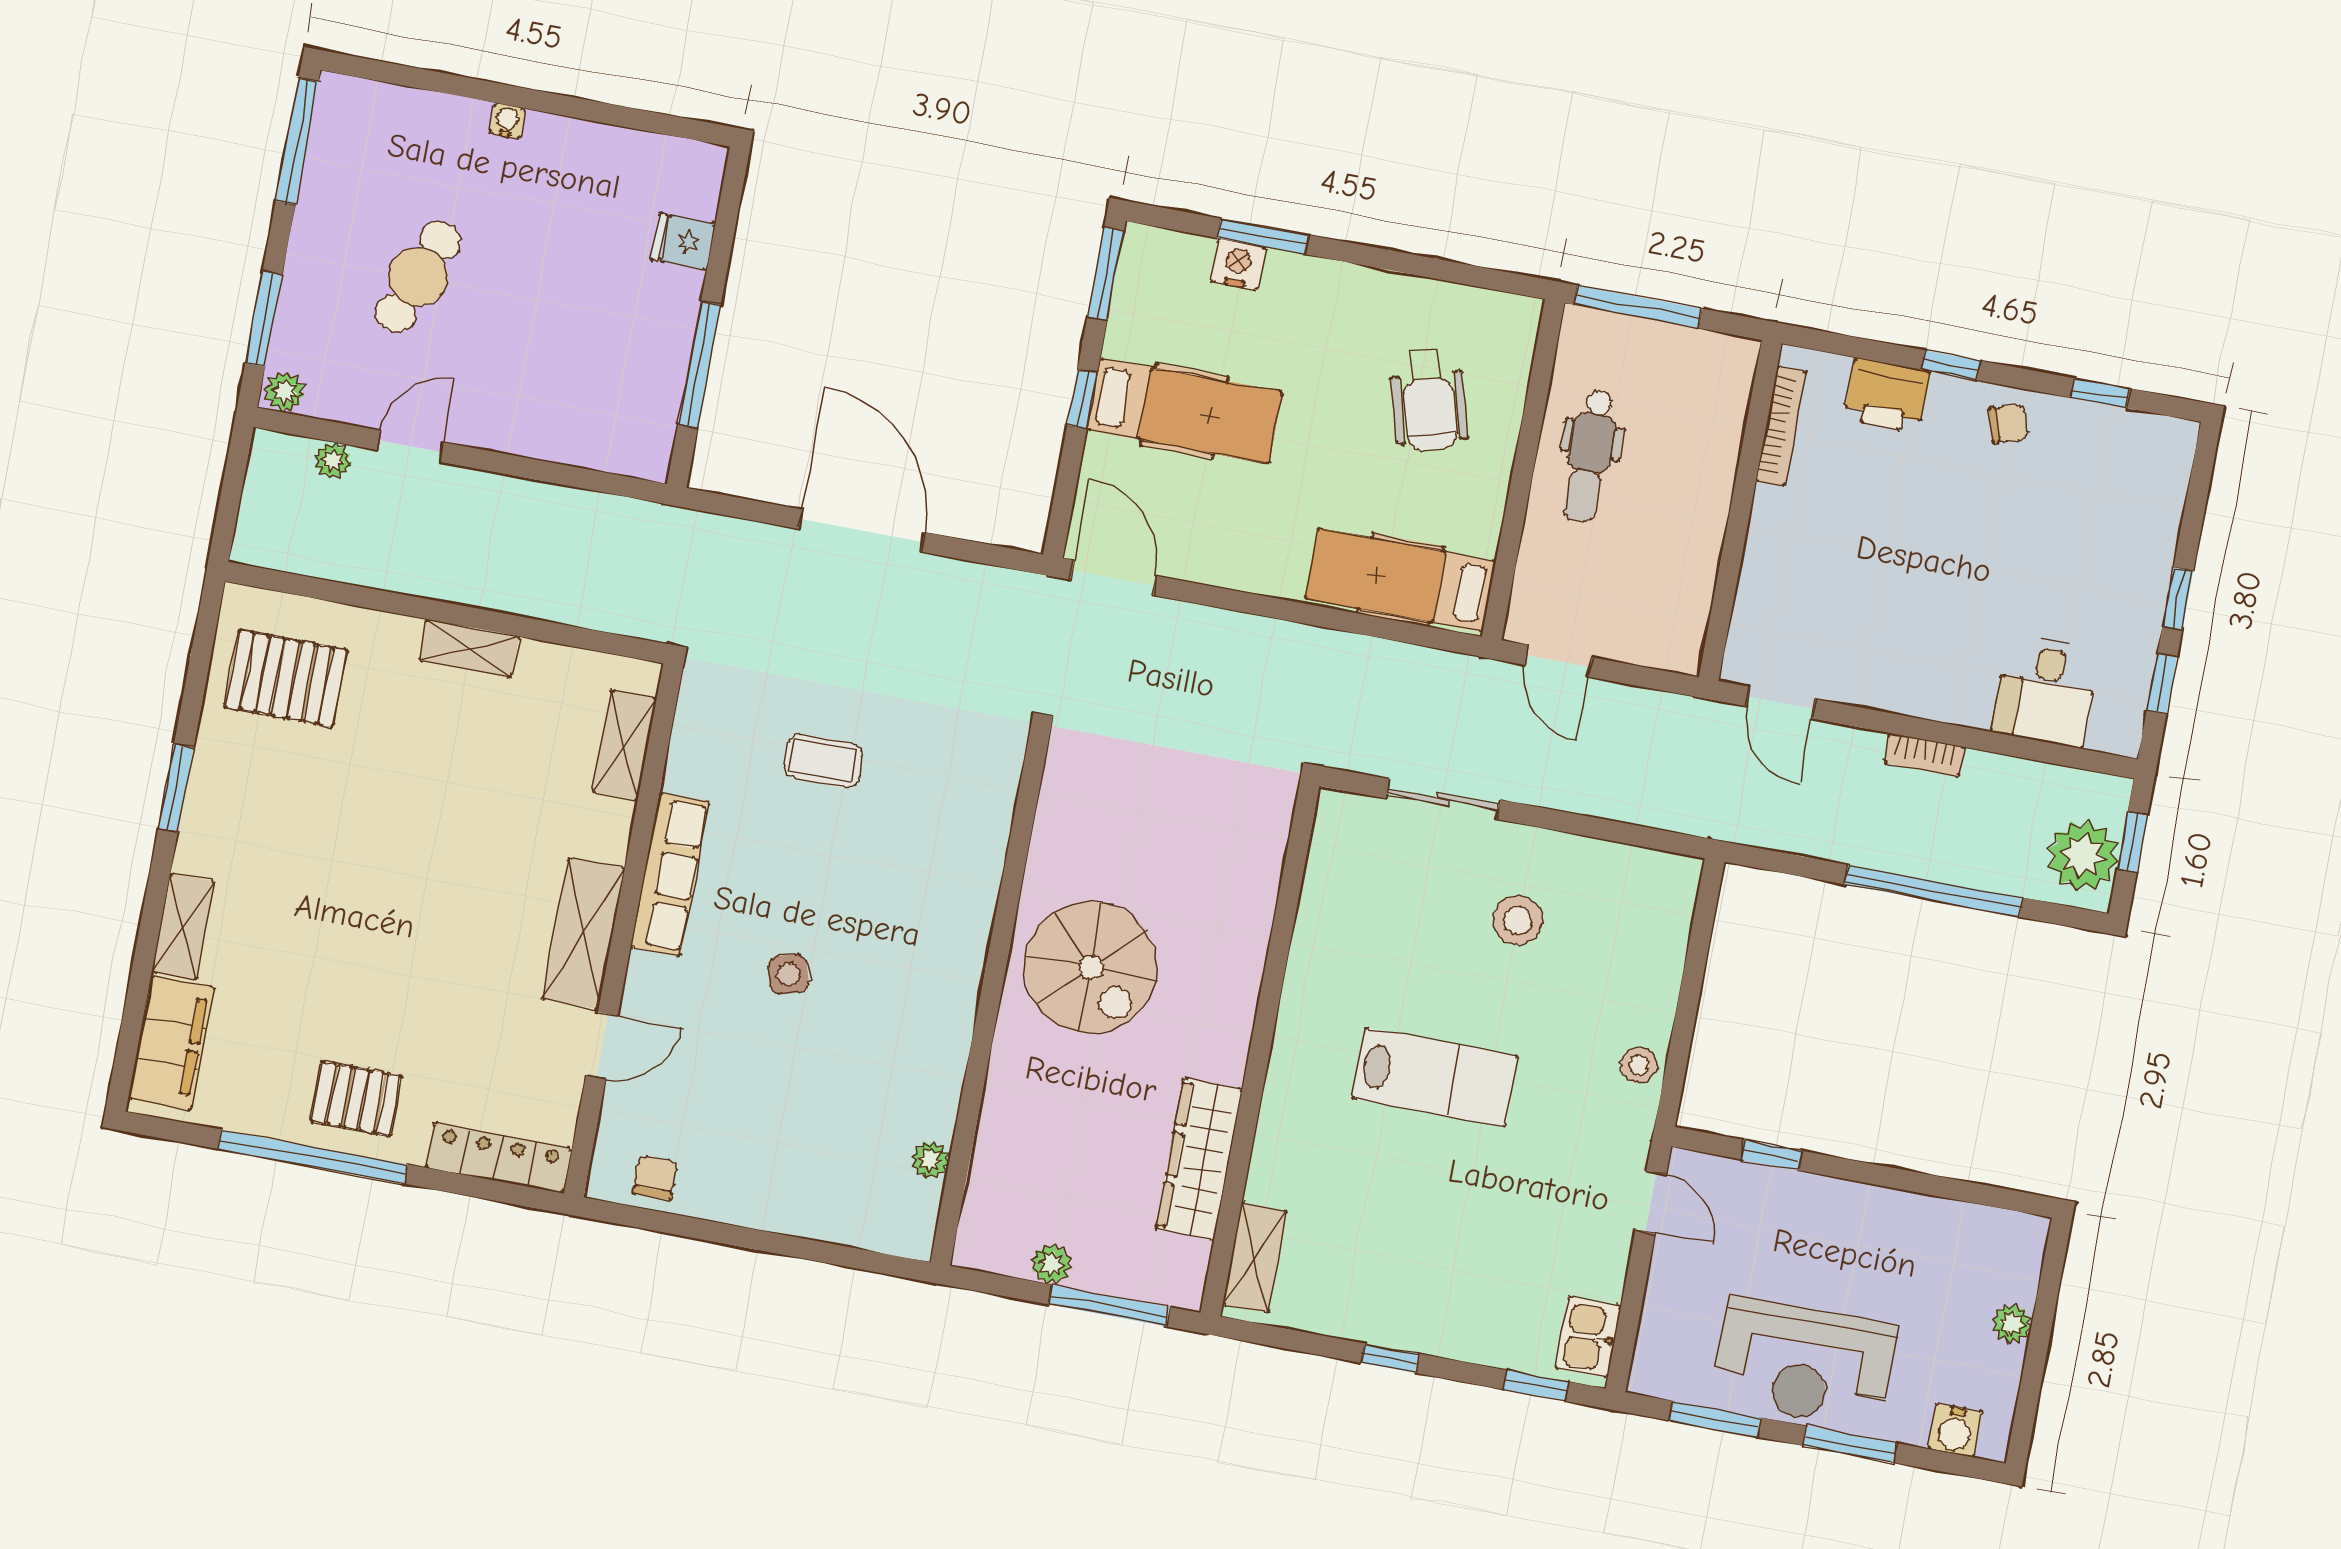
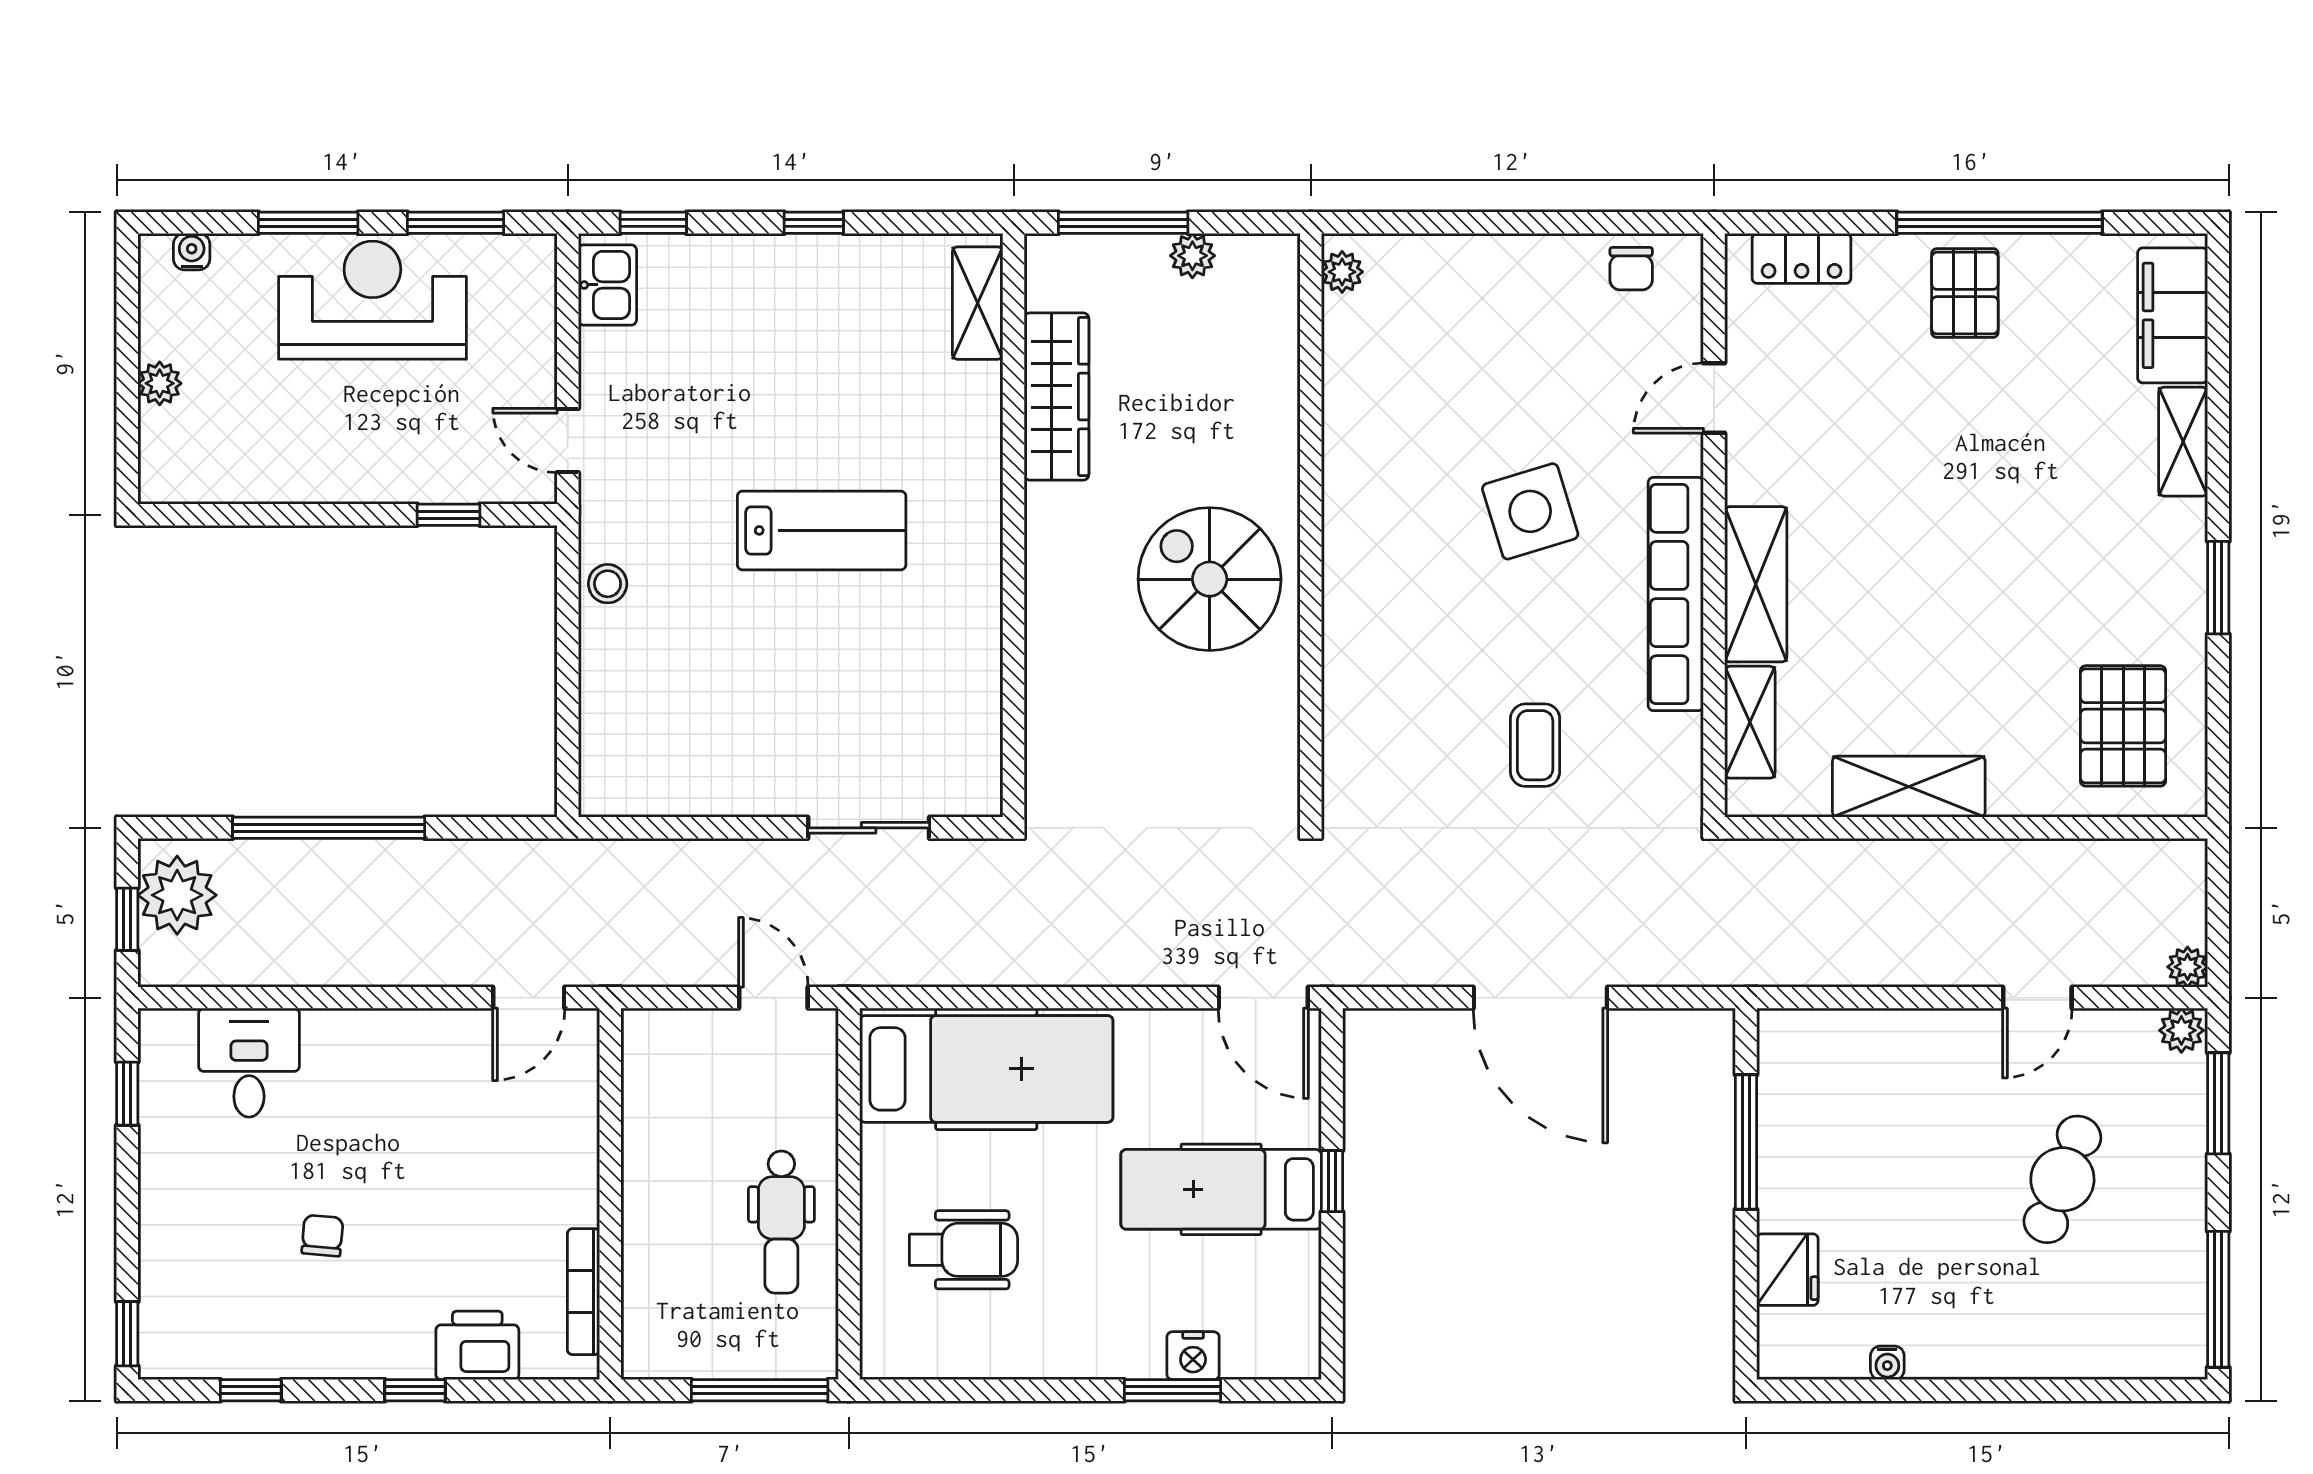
water cooler: (507, 121) -> (1887, 1363), moved
fridge: (683, 242) -> (1787, 1270), width x1.38
window: (1106, 274) -> (1332, 1319), removed
wheelchair: (1429, 400) -> (964, 1250), turned 106
chair: (2008, 424) -> (322, 1236), moved, turned 112
dental chair: (1589, 456) -> (781, 1222), turned 180
plant: (333, 461) -> (2188, 967), moved
hospital bed: (1400, 580) -> (986, 1069), width x1.37, depth x1.29
window: (2178, 598) -> (127, 1334), moved
shelving: (469, 648) -> (1909, 787), width x1.50, depth x1.33
pallet: (286, 678) -> (2123, 726), turned 90
door: (1781, 703) -> (529, 998), swing flipped
bookcase: (1924, 755) -> (366, 970), removed
coffee table: (824, 761) -> (1535, 745), turned 90
row of seats: (670, 874) -> (1676, 594), width x1.36
stool: (1518, 920) -> (765, 714), removed
shelving: (584, 933) -> (1756, 584), moved
side table: (788, 974) -> (1530, 511), width x1.87, depth x1.87
lab bench: (1435, 1077) -> (822, 530), turned 180
pallet: (356, 1099) -> (1965, 293), turned 90
locker: (499, 1158) -> (1802, 258), width x0.66
plant: (930, 1160) -> (1342, 272), moved
water cooler: (1955, 1430) -> (192, 252), width x0.72, depth x0.72

